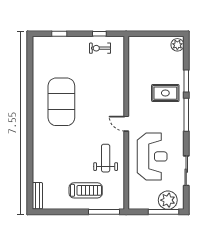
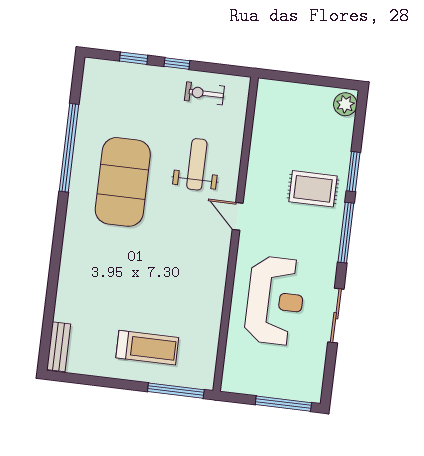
window: (99, 34) -> (177, 63), moved
window: (30, 87) -> (69, 148), added
door: (126, 124) -> (238, 216), moved
weight bench: (106, 158) -> (197, 164), moved
sliding door: (186, 171) -> (336, 316), moved
plant: (168, 200) -> (294, 383), removed

